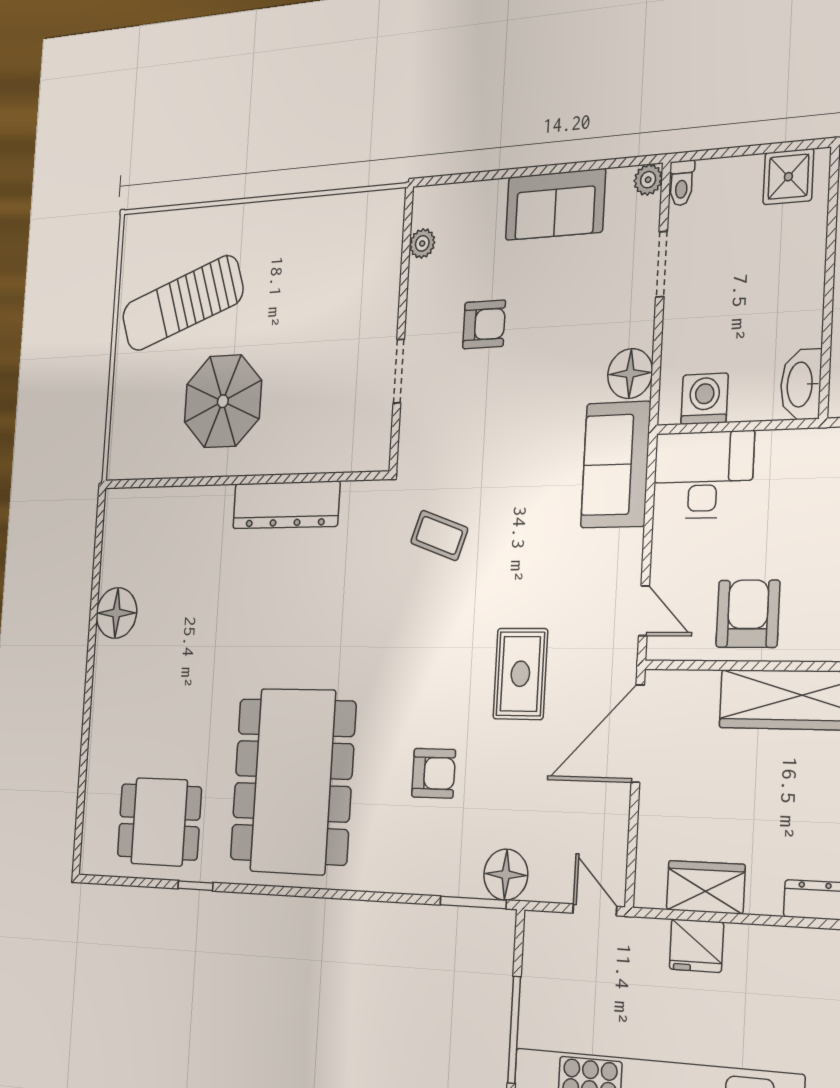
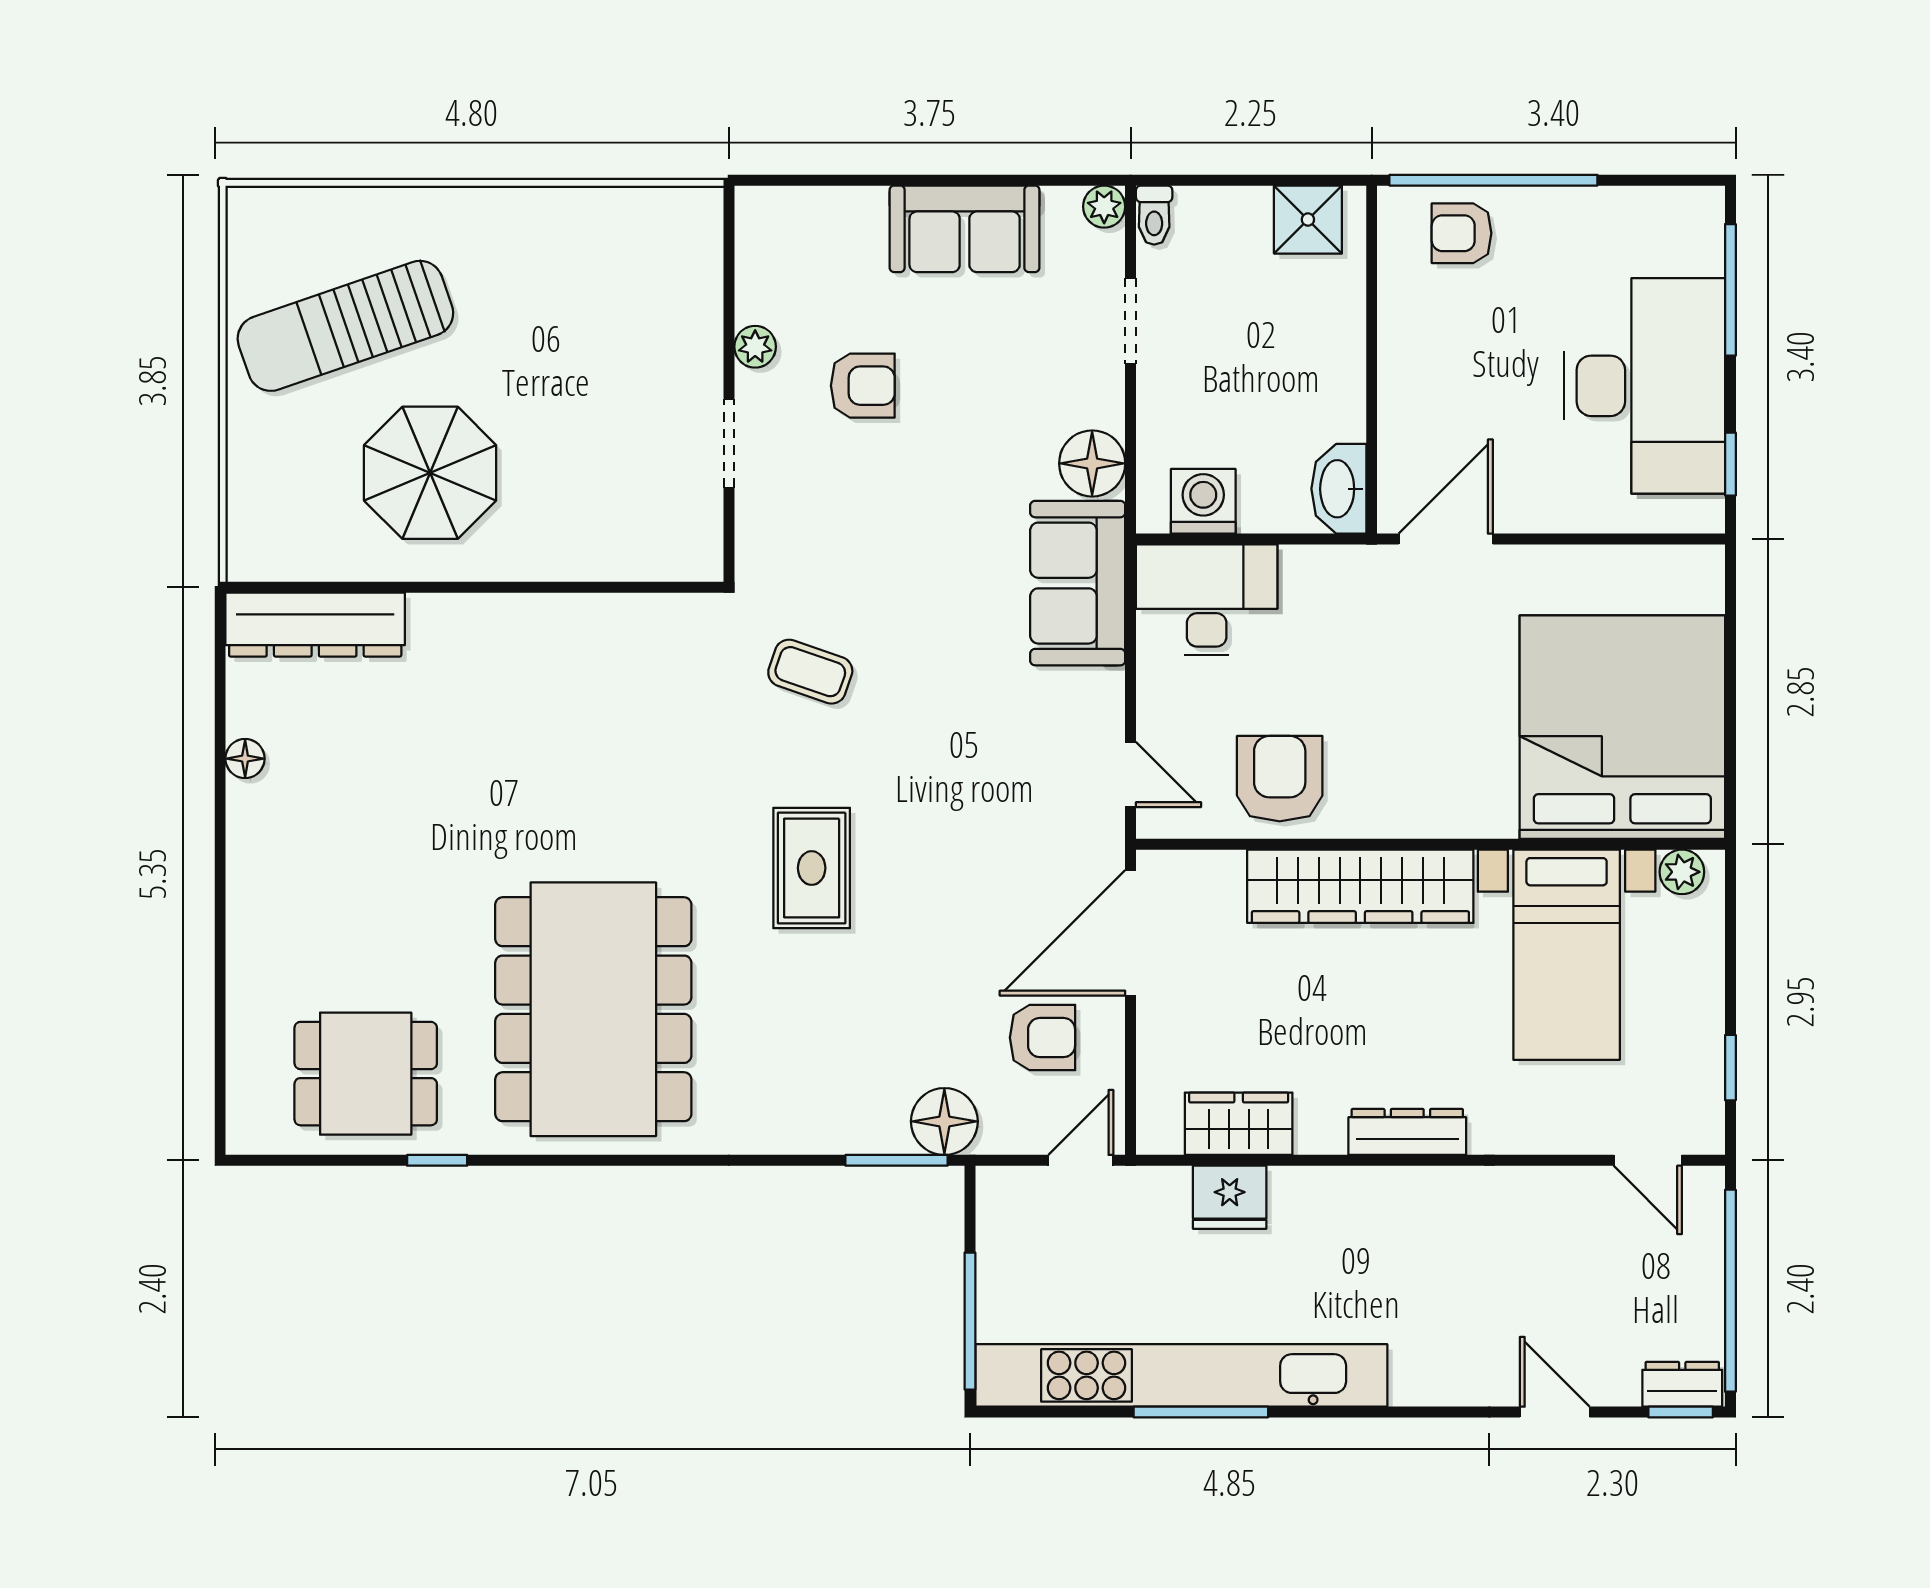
plant: (422, 243) -> (755, 347), moved
dresser: (286, 505) -> (315, 625), moved
floor lamp: (116, 613) -> (245, 759), width x0.53, depth x0.53
rug: (520, 674) -> (812, 868), moved
armchair: (434, 773) -> (1042, 1038), moved
door: (595, 910) -> (1081, 1160), hinge flipped

